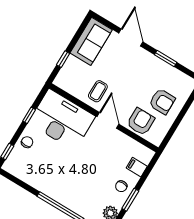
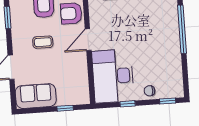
window: (166, 59) -> (8, 18), moved
coffee table: (98, 91) -> (43, 42), moved

